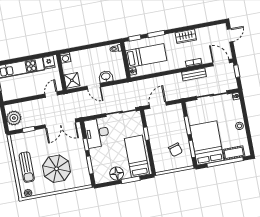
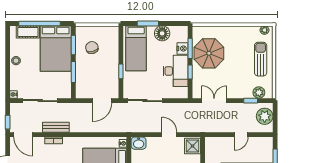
washbasin: (106, 77) -> (139, 143), moved
door: (51, 95) -> (241, 135), moved
double door: (60, 123) -> (214, 101), width x0.73
desk: (97, 133) -> (175, 71), moved
plant: (23, 138) -> (259, 93), added
nightstand: (96, 164) -> (183, 48), added
parasol: (56, 169) -> (209, 53), moved

